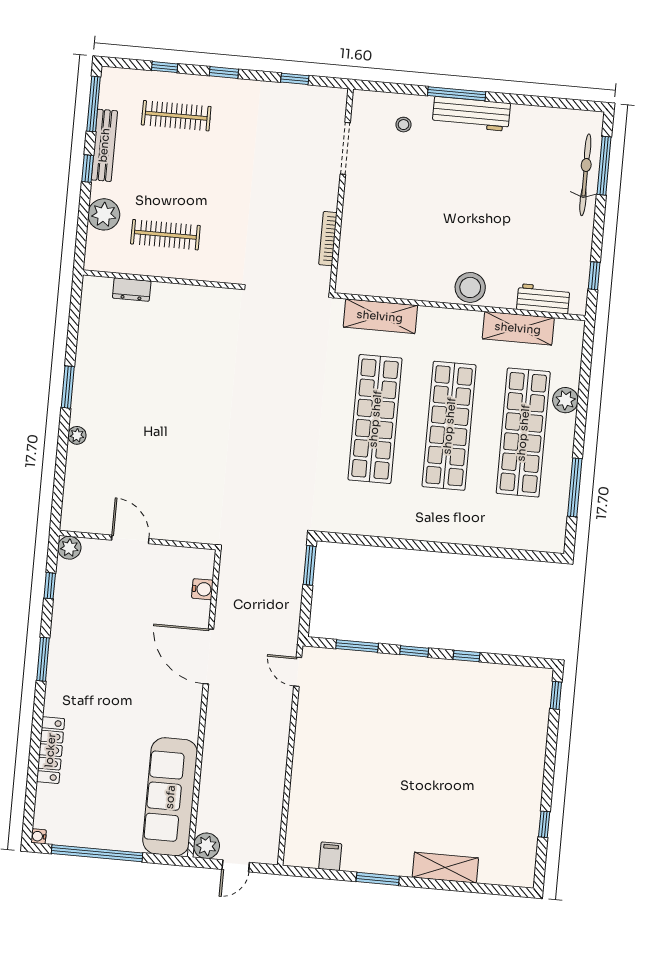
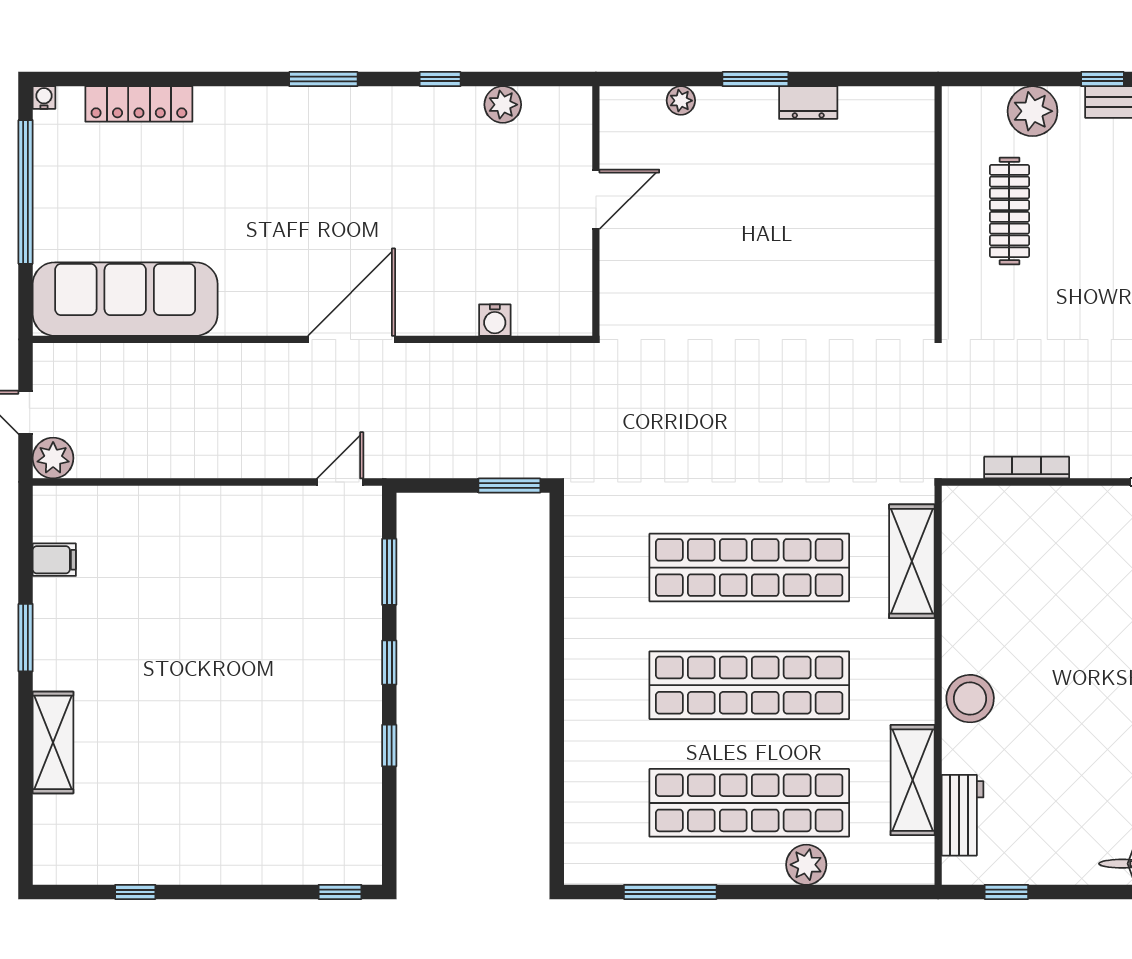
dresser: (132, 290) -> (808, 103), moved, turned -90
door: (130, 539) -> (596, 199), moved
wall: (138, 540) -> (596, 211), moved
water cooler: (202, 589) -> (495, 320), moved
locker: (50, 750) -> (139, 104), moved
plant: (206, 846) -> (53, 458), moved

